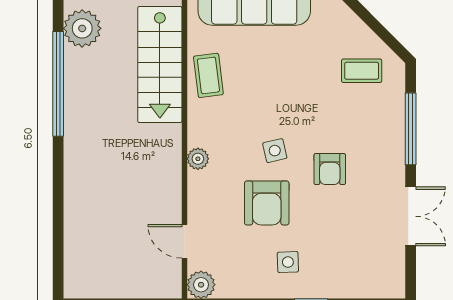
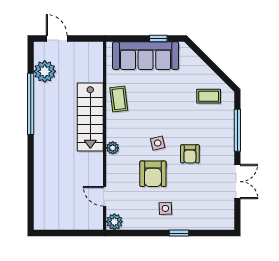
stairs: (160, 65) -> (90, 117), moved

